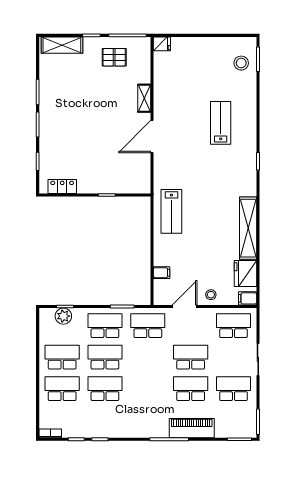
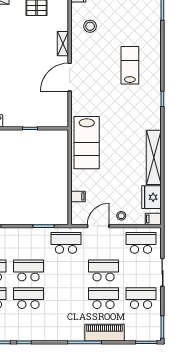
stool: (241, 63) -> (90, 26), moved
lab bench: (171, 211) -> (87, 143), width x1.36, depth x1.39
school desk: (105, 326) -> (28, 243), removed

